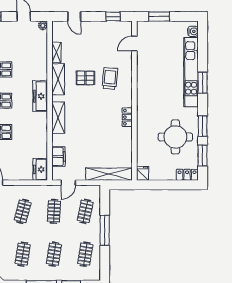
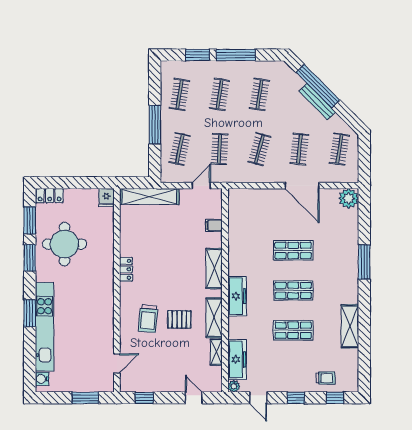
filing cabinet: (58, 157) -> (214, 225), width x0.50
freezer: (40, 169) -> (237, 359), moved, width x1.40

